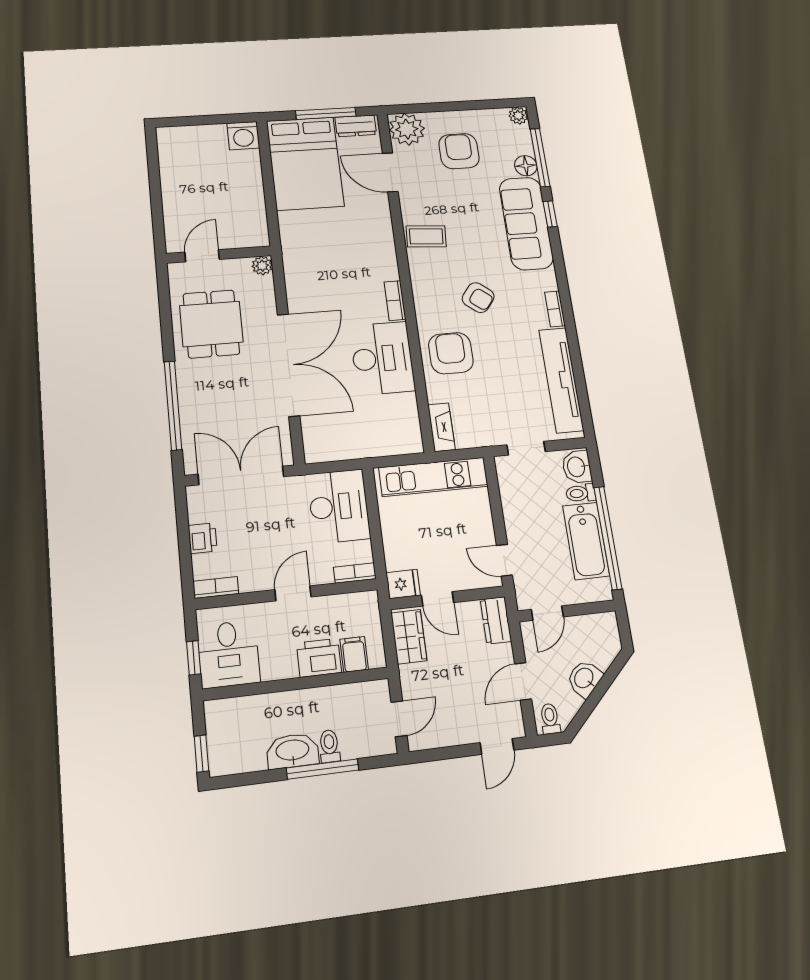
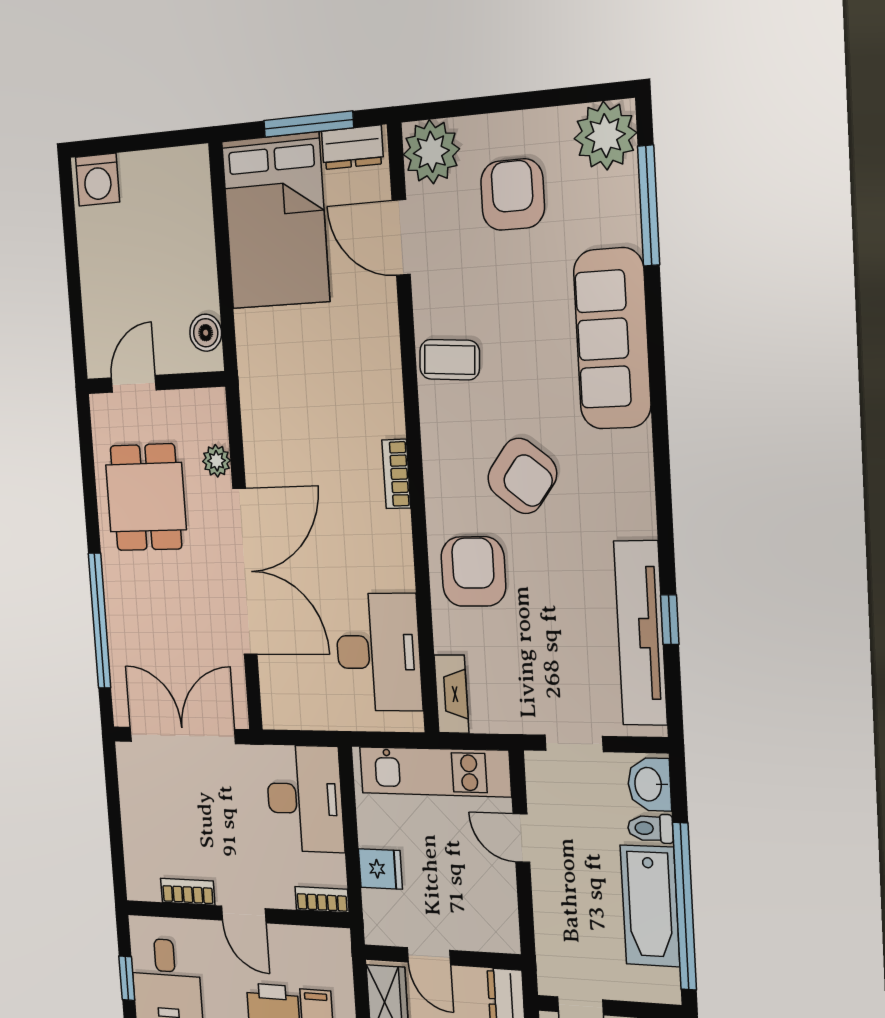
plant: (518, 116) -> (605, 136), width x1.87, depth x1.87
washing machine: (243, 136) -> (98, 180), moved
floor lamp: (526, 166) -> (622, 223), removed
window: (550, 214) -> (670, 620), moved
boiler: (257, 225) -> (206, 333), added
plant: (262, 266) -> (217, 461), moved
armchair: (478, 298) -> (522, 476), width x1.38, depth x1.38
bookcase: (555, 309) -> (644, 504), removed
desk: (382, 358) -> (378, 652), moved
printer: (203, 538) -> (136, 819), removed
door: (504, 560) -> (521, 838), moved
fridge: (403, 584) -> (380, 869), moved
bookcase: (216, 588) -> (188, 892), moved
door: (293, 593) -> (244, 914), swing flipped

